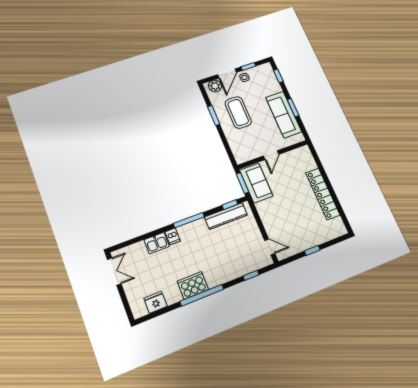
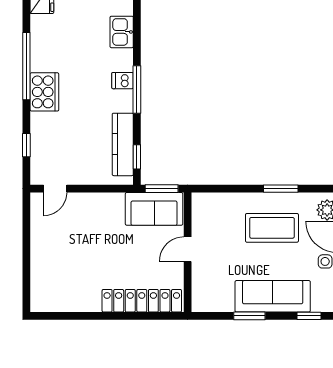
sofa: (284, 115) -> (273, 296), moved
door: (271, 155) -> (188, 249), hinge flipped
locker: (323, 194) -> (142, 301), moved
dishwasher: (173, 236) -> (123, 81), moved
window: (312, 250) -> (26, 248), removed
cooker: (193, 285) -> (44, 92), moved

